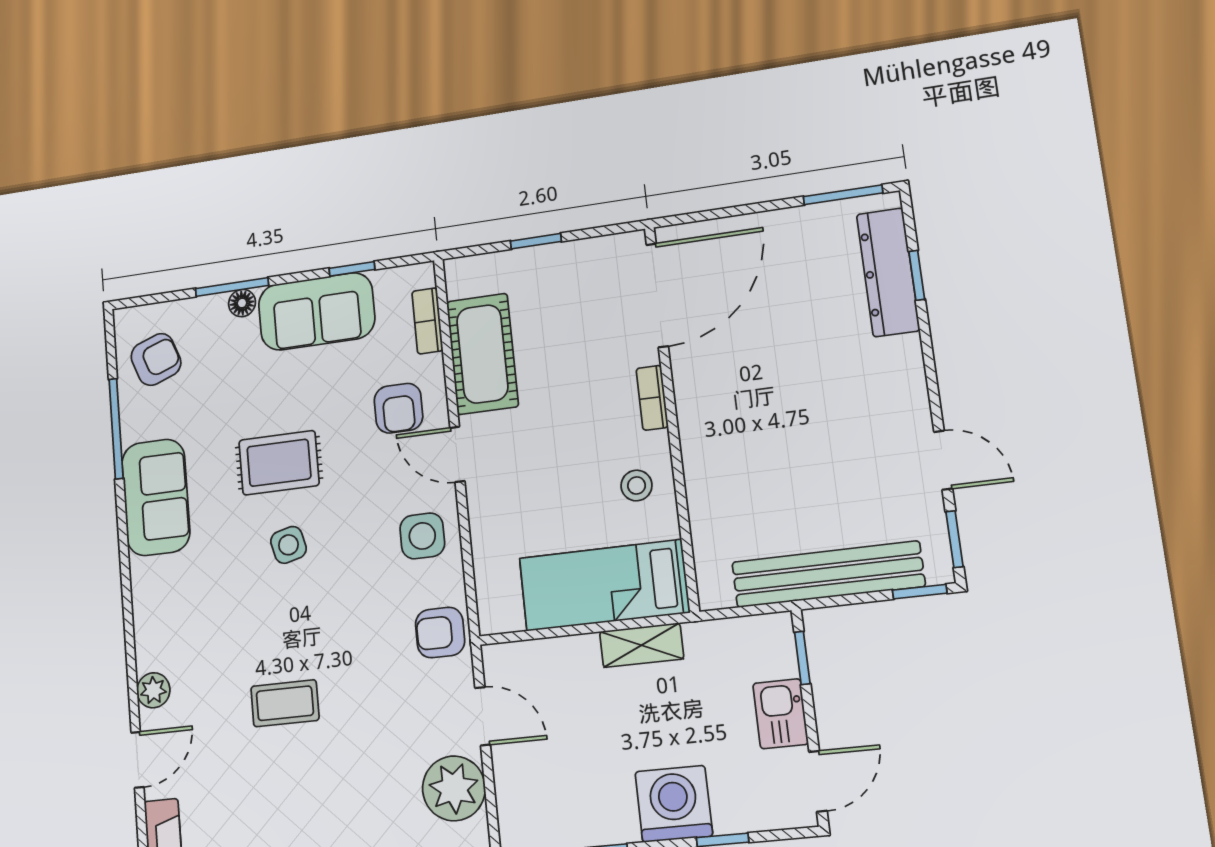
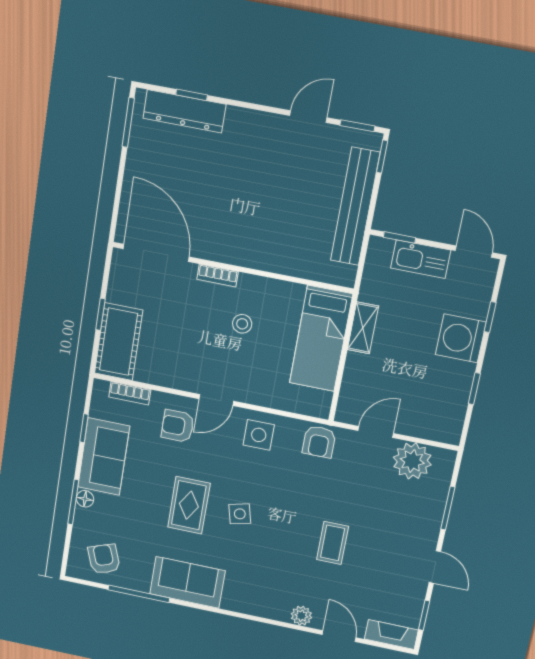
cot: (482, 354) -> (118, 342), moved, turned 90
armchair: (398, 408) -> (178, 426), turned 180
stool: (637, 485) -> (242, 324), moved
kitchen sink: (781, 714) -> (421, 259), width x1.38

